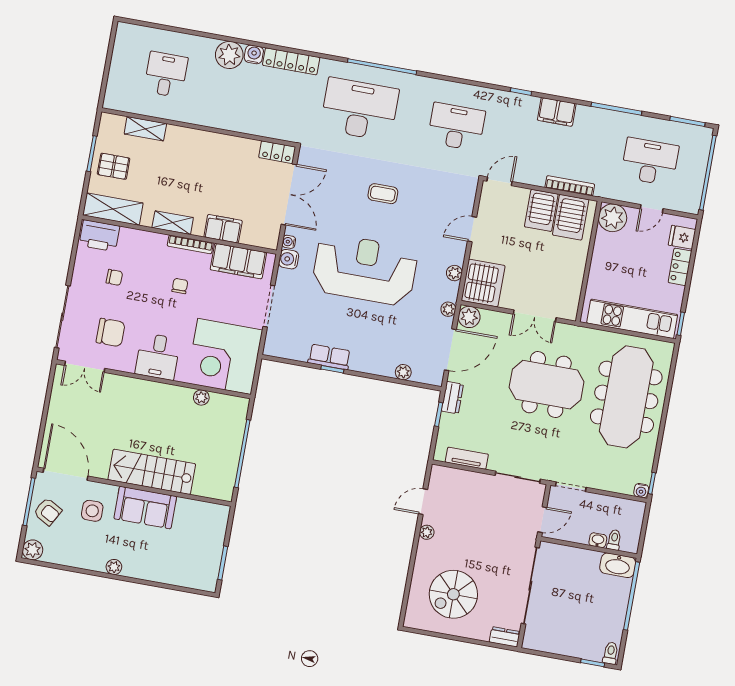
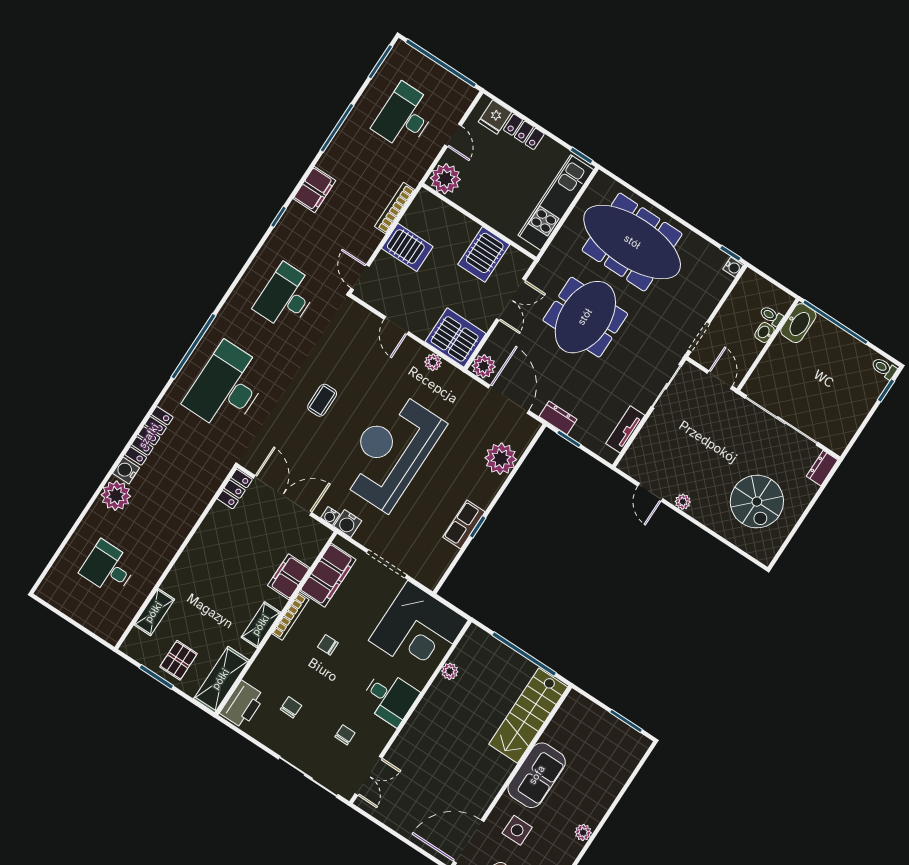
server rack: (571, 217) -> (484, 254), moved, turned 90
plant: (448, 309) -> (467, 384), removed
chair: (111, 332) -> (345, 735), width x0.54, depth x0.54
plant: (403, 372) -> (501, 459), width x1.88, depth x1.88
stairs: (152, 472) -> (528, 716), moved

